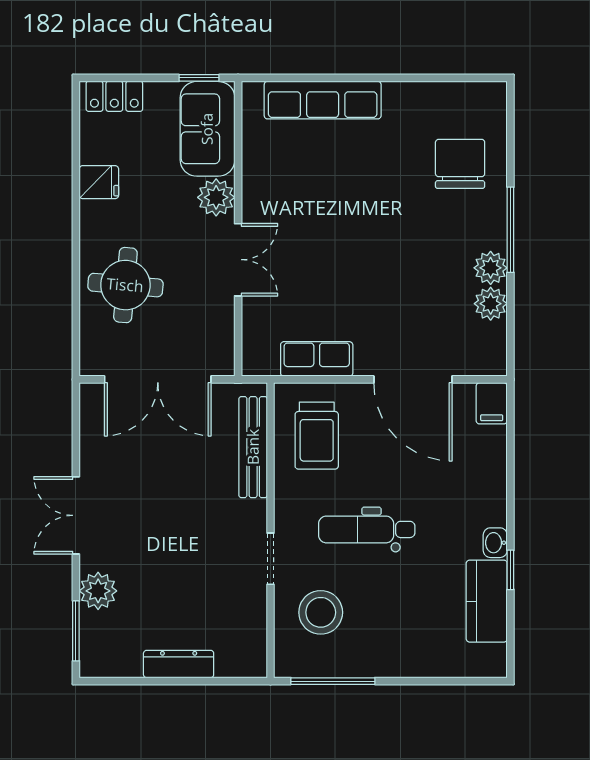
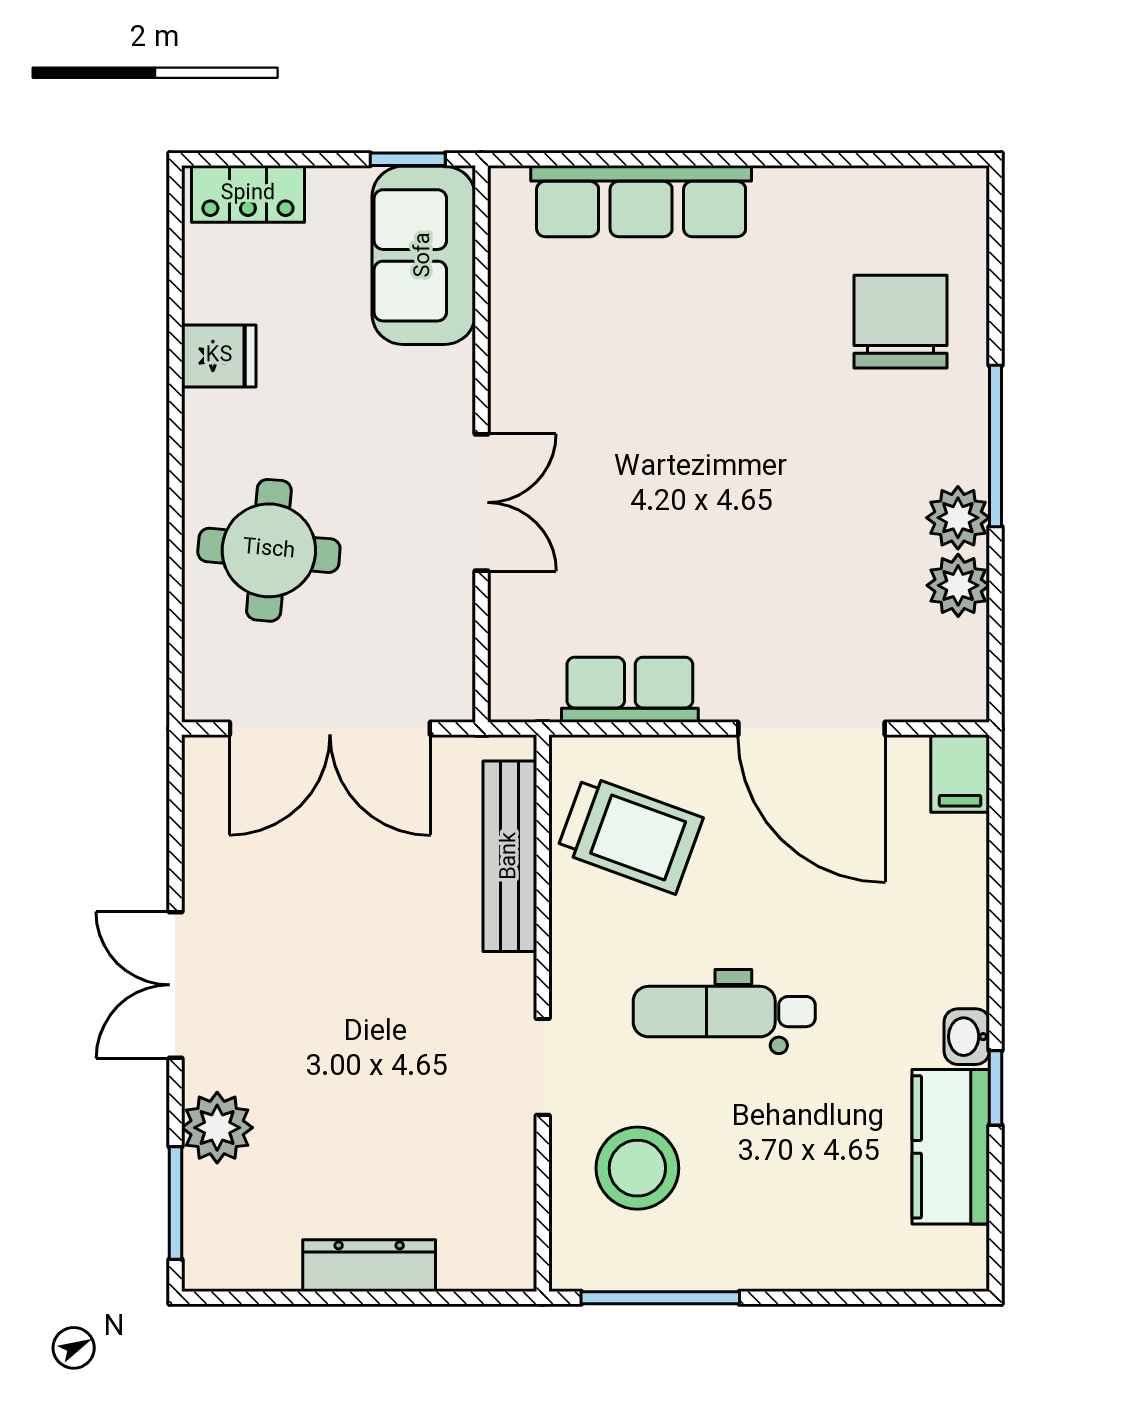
plant: (216, 197) -> (440, 385), removed
trolley: (317, 436) -> (630, 834), turned -70

